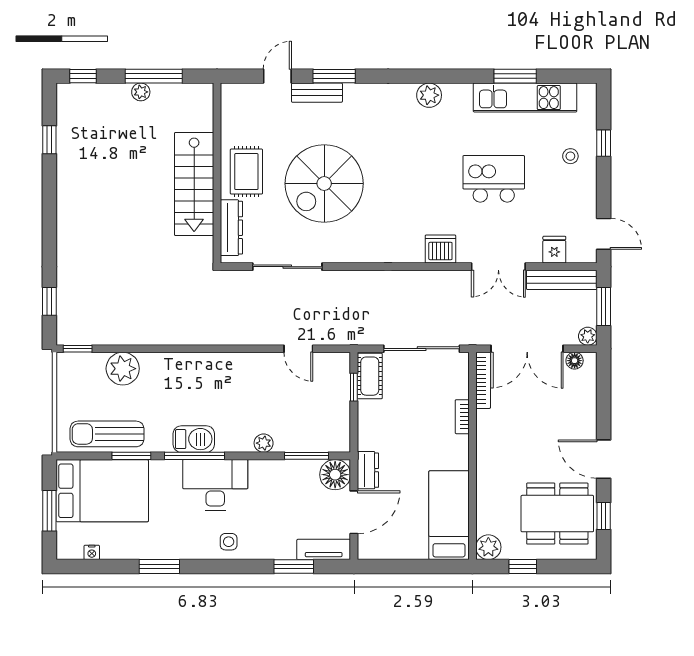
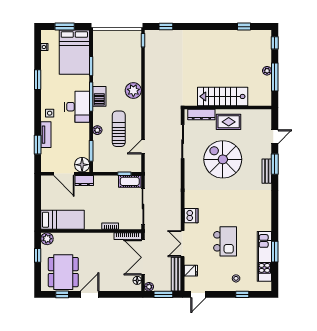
door: (277, 76) -> (275, 137), hinge flipped
bench: (317, 93) -> (267, 171), moved
plant: (429, 95) -> (265, 210), removed
plant: (123, 369) -> (133, 90), moved
sun lounger: (107, 434) -> (119, 129), moved
tv unit: (324, 549) -> (46, 135), moved

